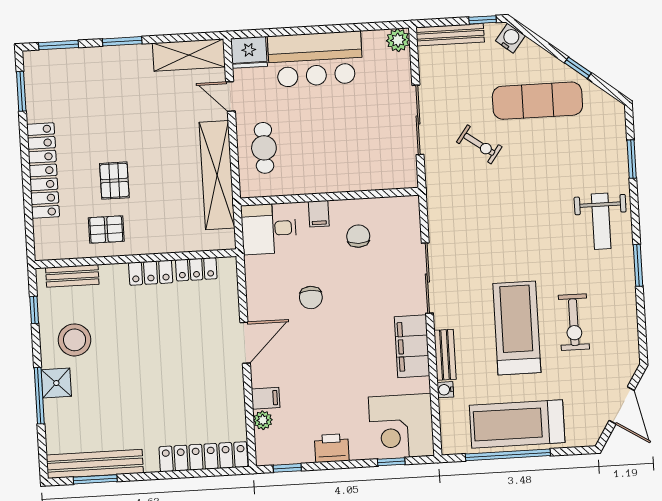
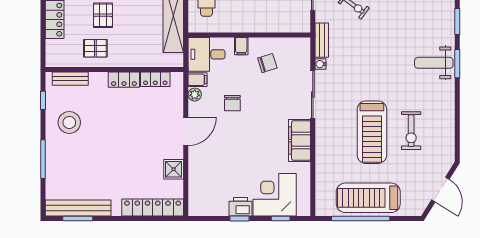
weight bench: (601, 221) -> (434, 63), turned 90
chair: (358, 236) -> (267, 63), turned 73
window: (638, 265) -> (457, 64), moved
treadmill: (517, 328) -> (372, 132), turned 180
bench: (445, 355) -> (322, 40), moved
shower: (56, 383) -> (174, 169), moved
water cooler: (445, 390) -> (321, 64), moved
filing cabinet: (266, 398) -> (197, 80), moved
plant: (263, 420) -> (195, 95), moved
corner desk: (401, 426) -> (275, 195), moved, turned 90
window: (287, 468) -> (240, 219), moved

